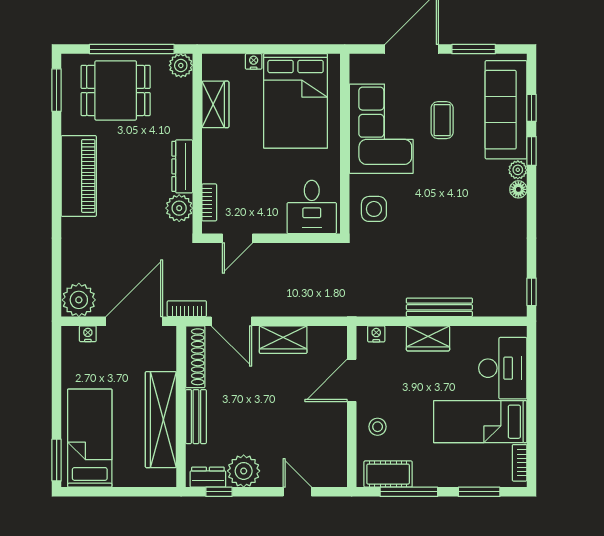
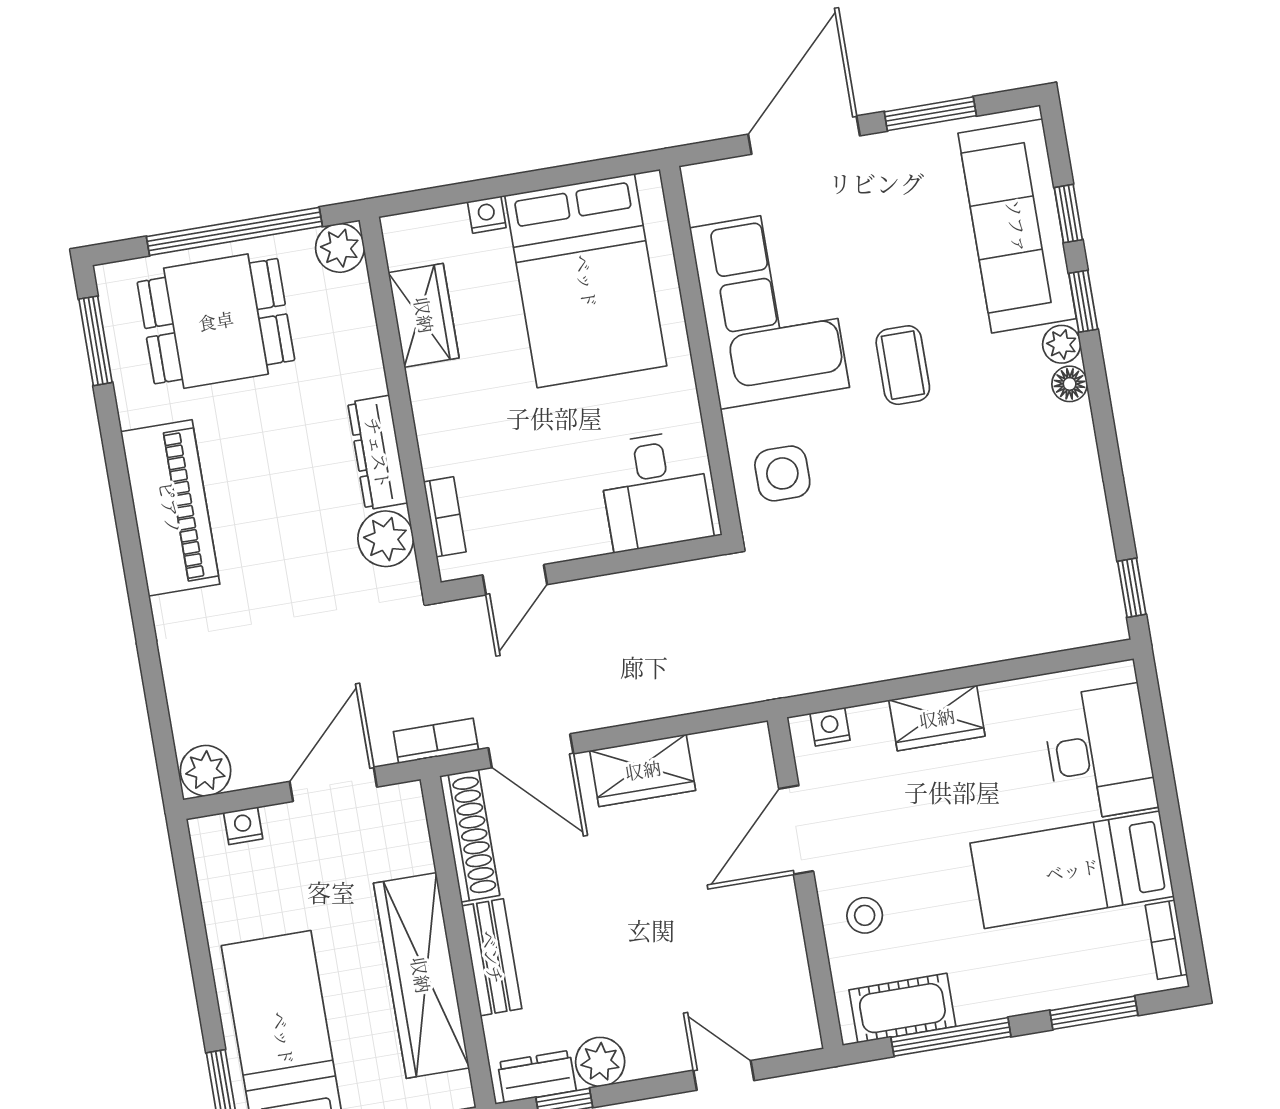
coffee table: (442, 120) -> (903, 365), moved
plant: (79, 300) -> (206, 771), width x0.73, depth x0.73
bench: (439, 307) -> (949, 651), removed
door: (134, 321) -> (333, 784), width x0.73
plant: (244, 471) -> (600, 1062), width x0.73, depth x0.73

